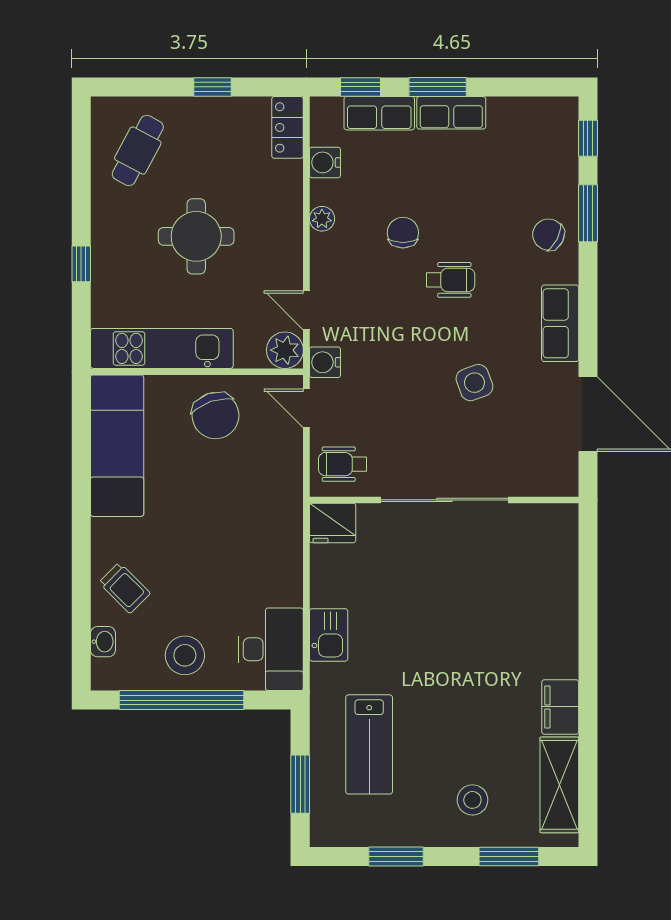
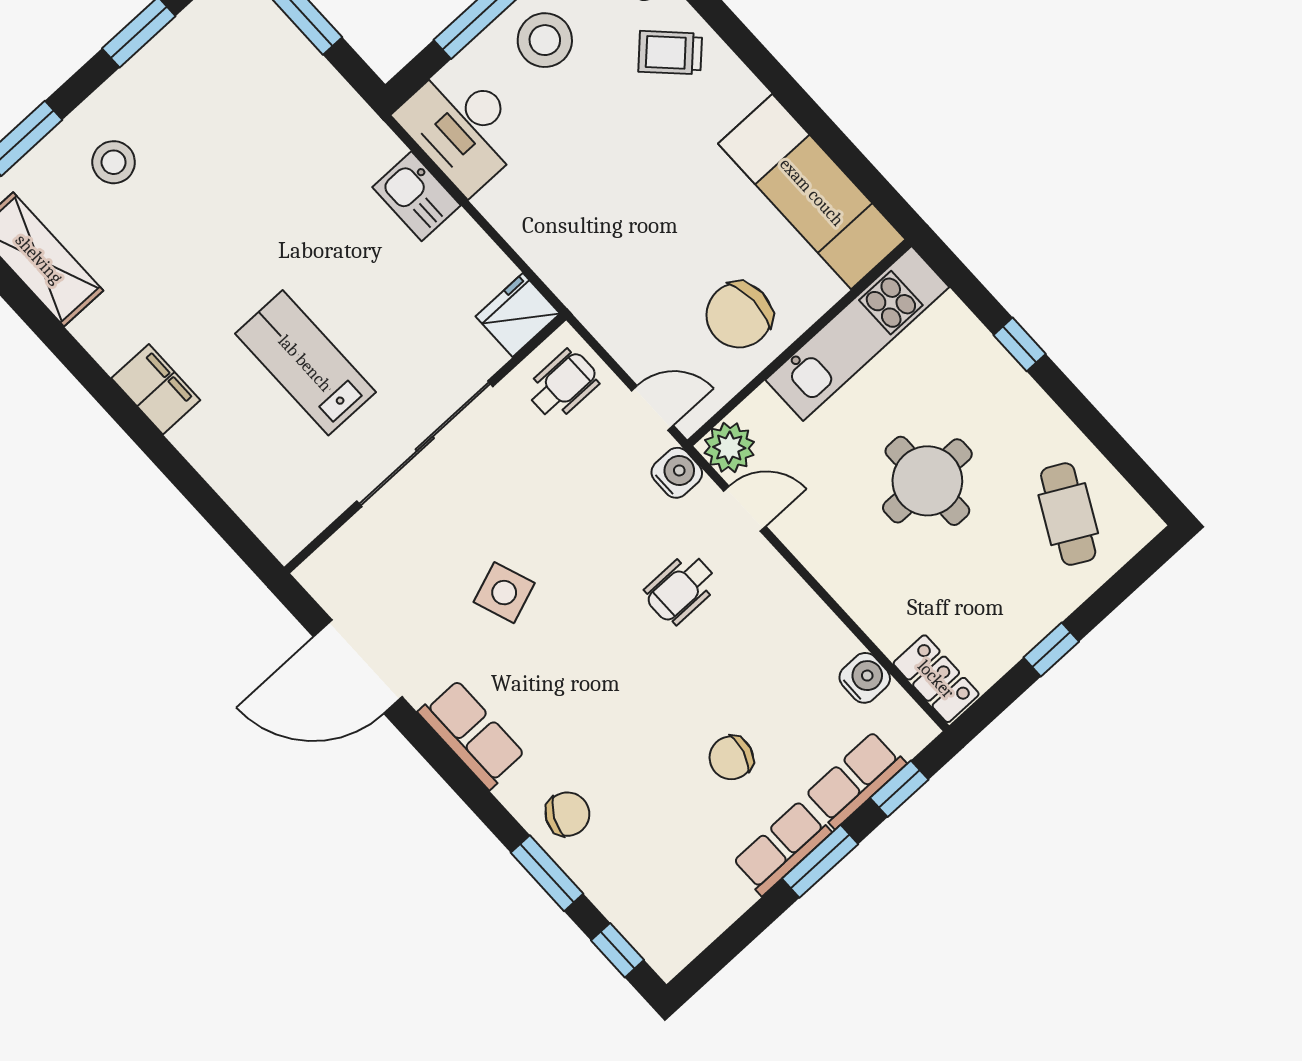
plant: (322, 219) -> (815, 617), removed
chair: (403, 233) -> (731, 758), moved, turned 105
wheelchair: (451, 280) -> (681, 589), moved
chair: (215, 416) -> (739, 315), turned -72
filing cabinet: (560, 707) -> (156, 389), moved
lab bench: (369, 744) -> (305, 363), moved

